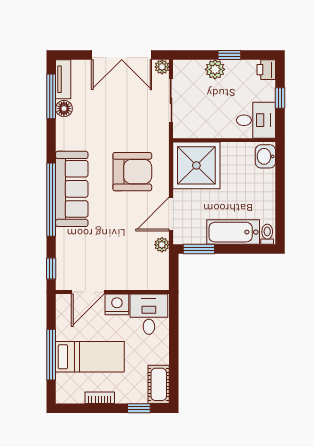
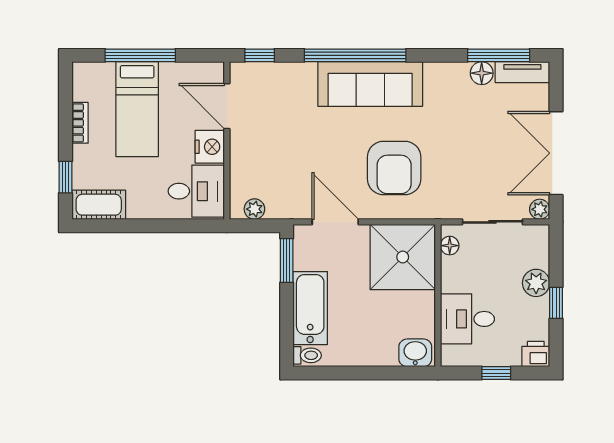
desk: (256, 120) -> (467, 319), moved, turned 90
floor lamp: (188, 132) -> (450, 246), added
plant: (162, 245) -> (254, 209), moved

